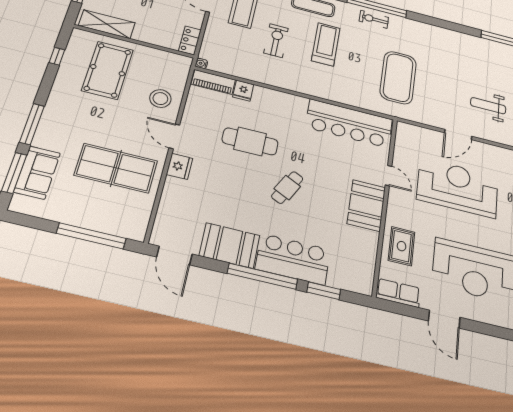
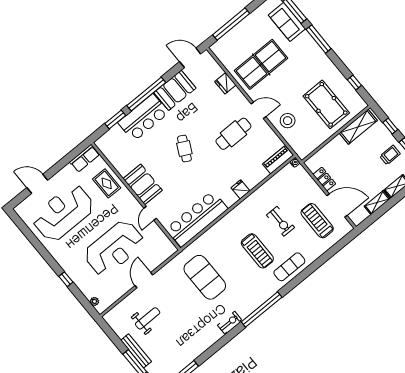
exercise bike: (374, 19) -> (230, 322), moved
locker: (190, 40) -> (324, 179), moved
fridge: (243, 91) -> (241, 189), moved
cafe table: (250, 141) -> (233, 134), moved
fridge: (179, 166) -> (225, 83), moved
door: (388, 175) -> (150, 213), hinge flipped
door: (444, 319) -> (37, 184), moved

